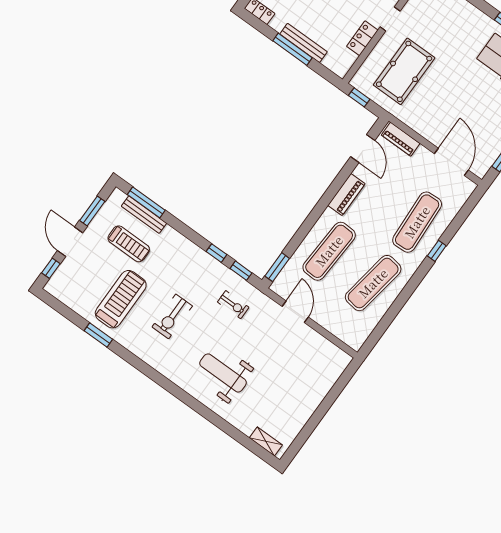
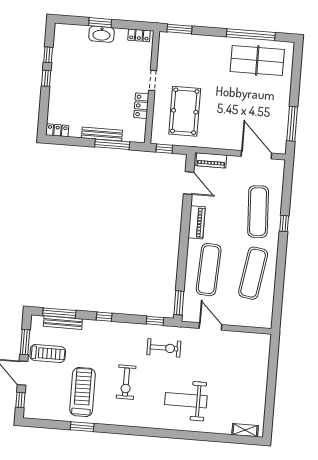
window: (293, 49) -> (112, 144), moved
treadmill: (129, 244) -> (48, 353), moved
window: (217, 253) -> (104, 317), moved
exercise bike: (233, 305) -> (164, 348), width x1.38, depth x1.39

